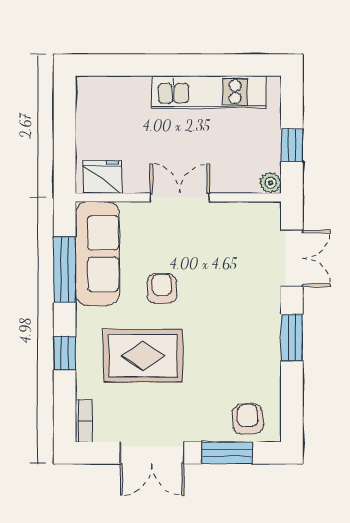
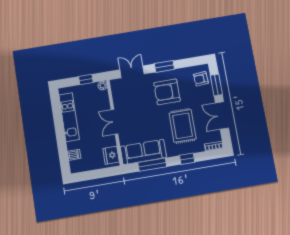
dishwasher: (118, 90) -> (74, 155), added
armchair: (162, 289) -> (167, 92), moved, width x1.88, depth x1.88
double door: (152, 453) -> (222, 116), swing flipped

